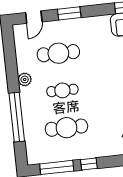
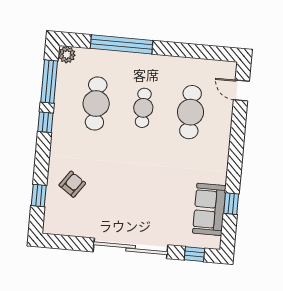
window: (69, 13) -> (237, 136), removed
plant: (25, 79) -> (67, 55), moved

